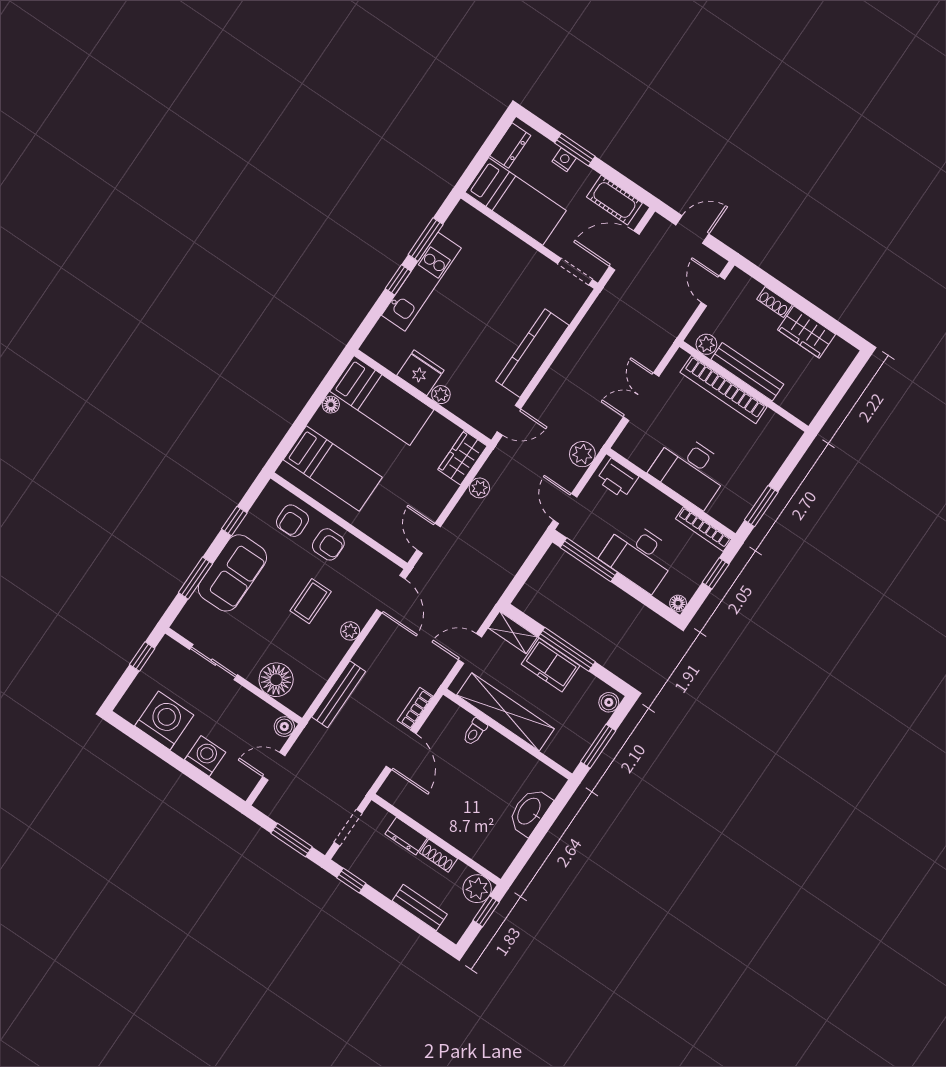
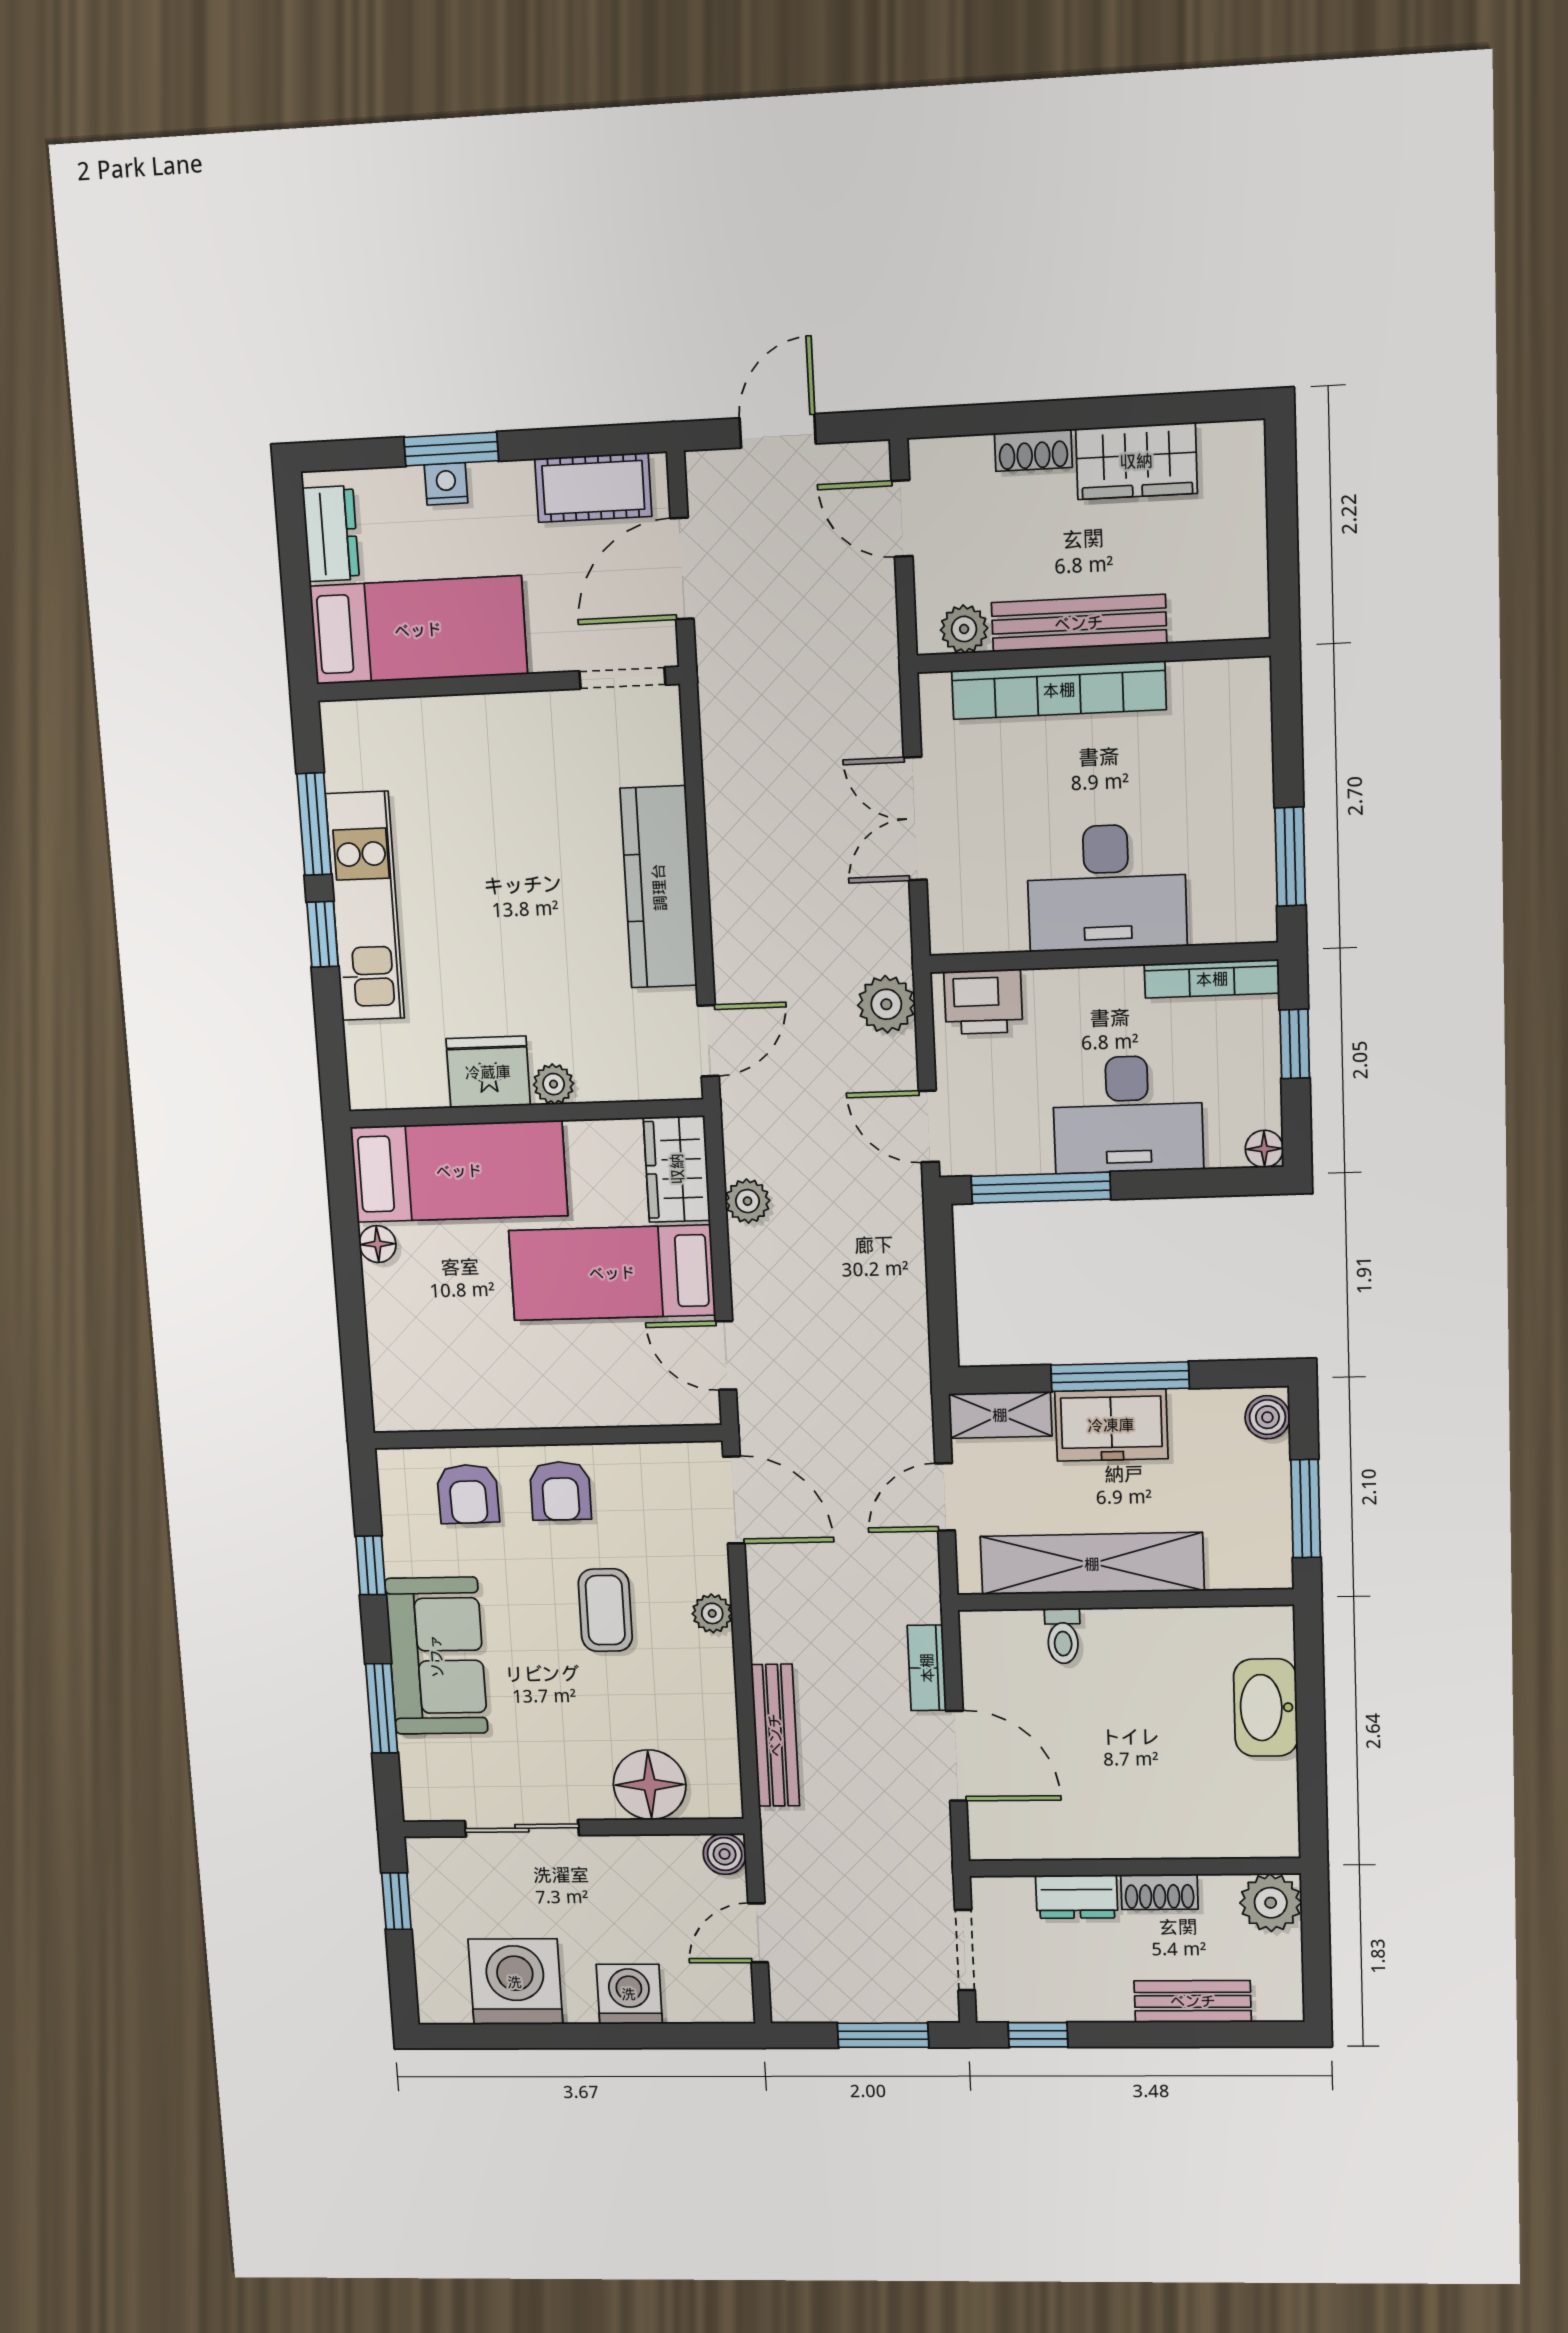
bed: (333, 469) -> (612, 1273), moved, turned 180
armchair: (328, 544) -> (560, 1491), turned 90
window: (486, 911) -> (1316, 1931), removed

